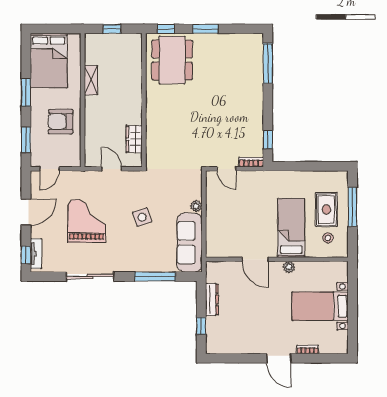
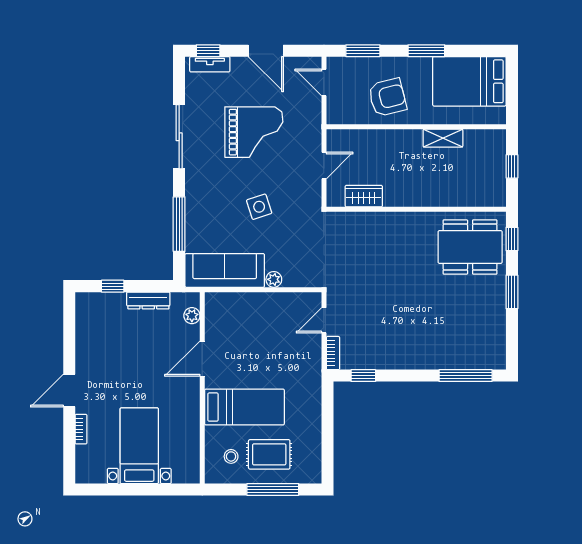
armchair: (61, 122) -> (387, 97), turned 76
plant: (289, 267) -> (192, 316), moved

